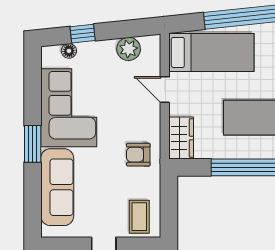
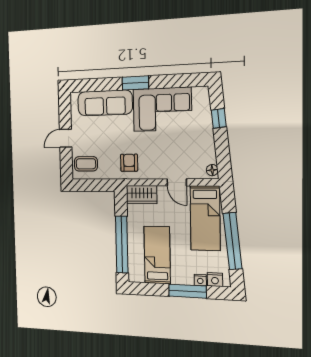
plant: (129, 49) -> (207, 154), removed
floor lamp: (69, 51) -> (212, 170), moved
door: (165, 90) -> (177, 182), swing flipped

